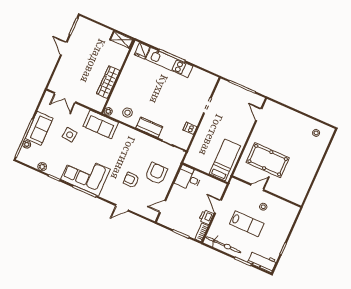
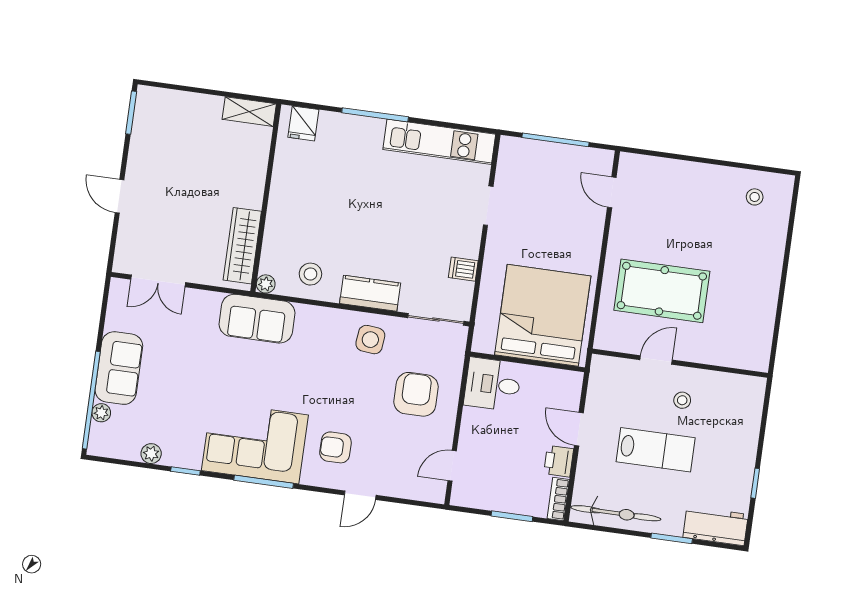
door: (64, 49) -> (119, 196), moved
kitchen unit: (169, 63) -> (439, 142), moved
wardrobe: (108, 82) -> (242, 246), moved
side table: (70, 135) -> (370, 340), moved
bed: (225, 160) -> (543, 315), width x2.04
armchair: (131, 180) -> (335, 447), moved

